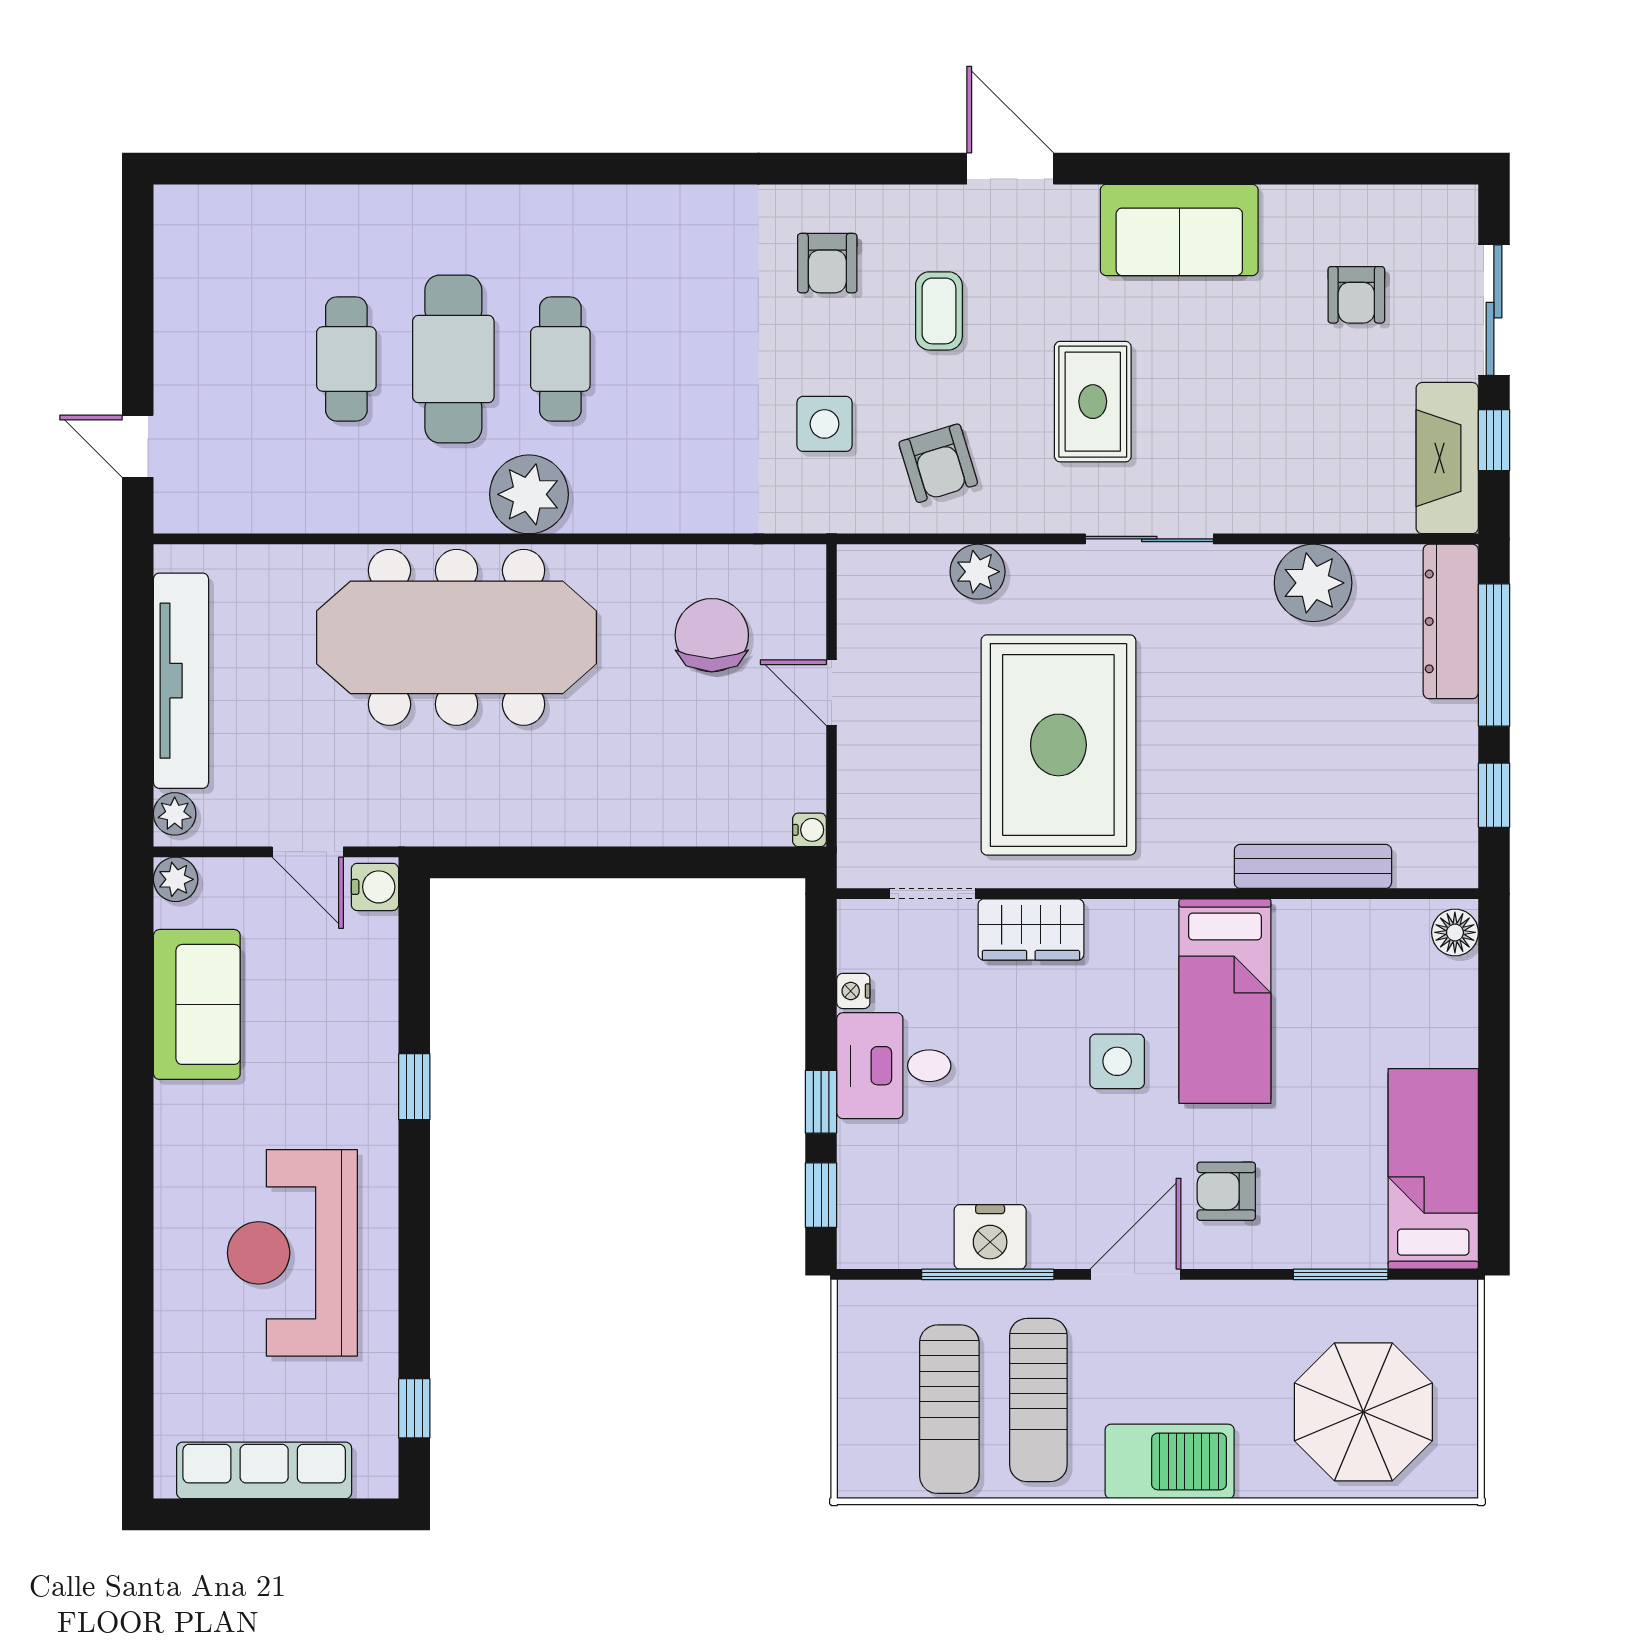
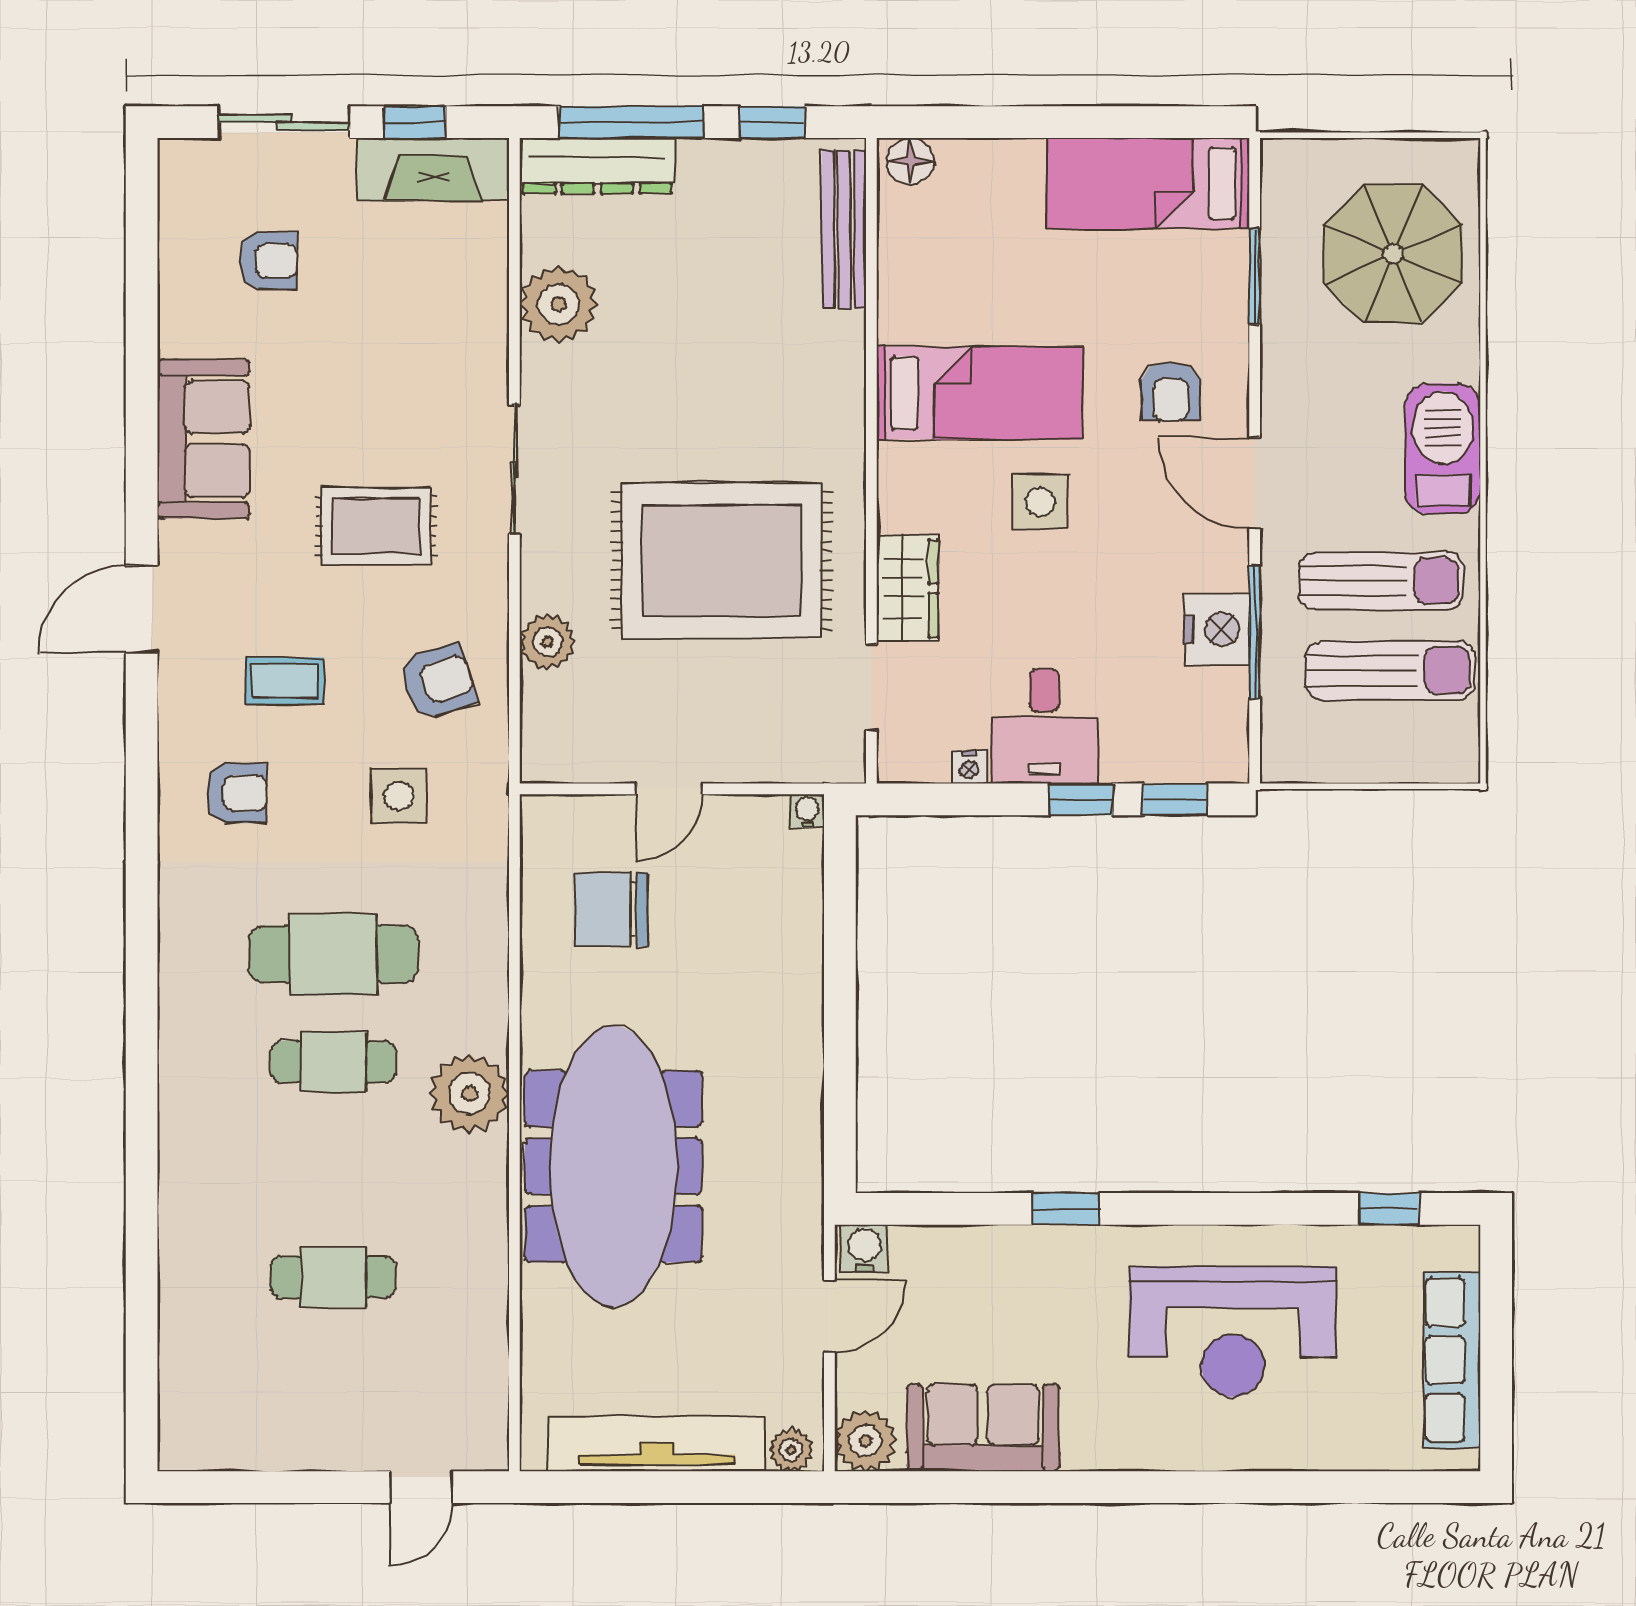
cafe table: (453, 359) -> (333, 954), moved
bench: (1313, 866) -> (844, 229), moved
plant: (176, 879) -> (865, 1441), width x1.38, depth x1.38

